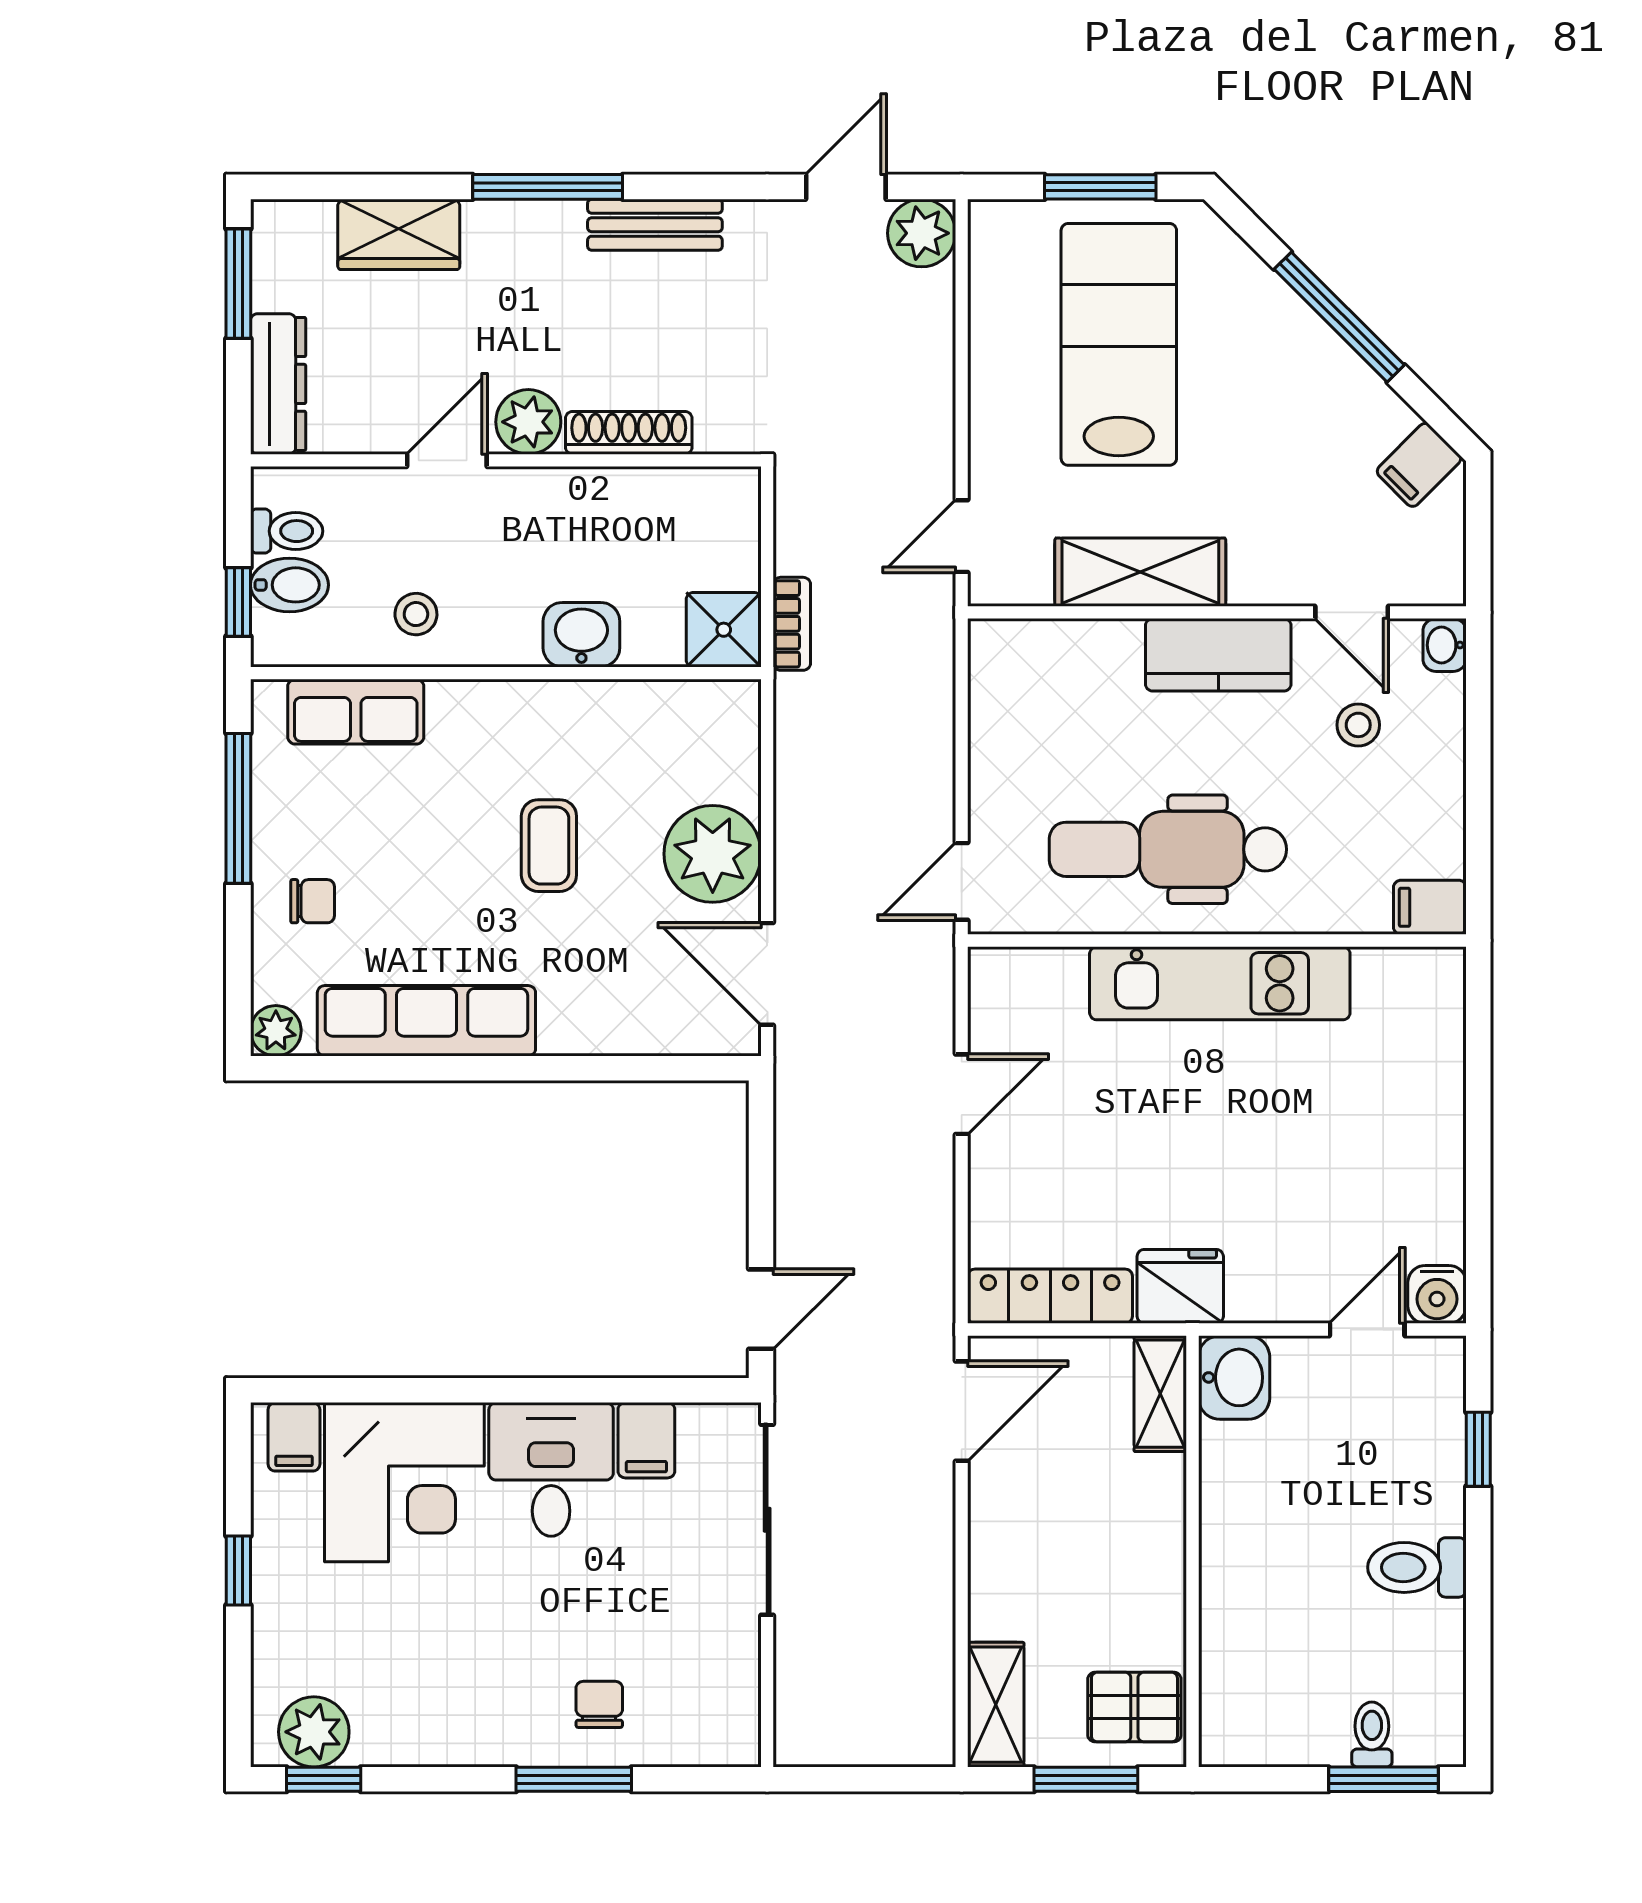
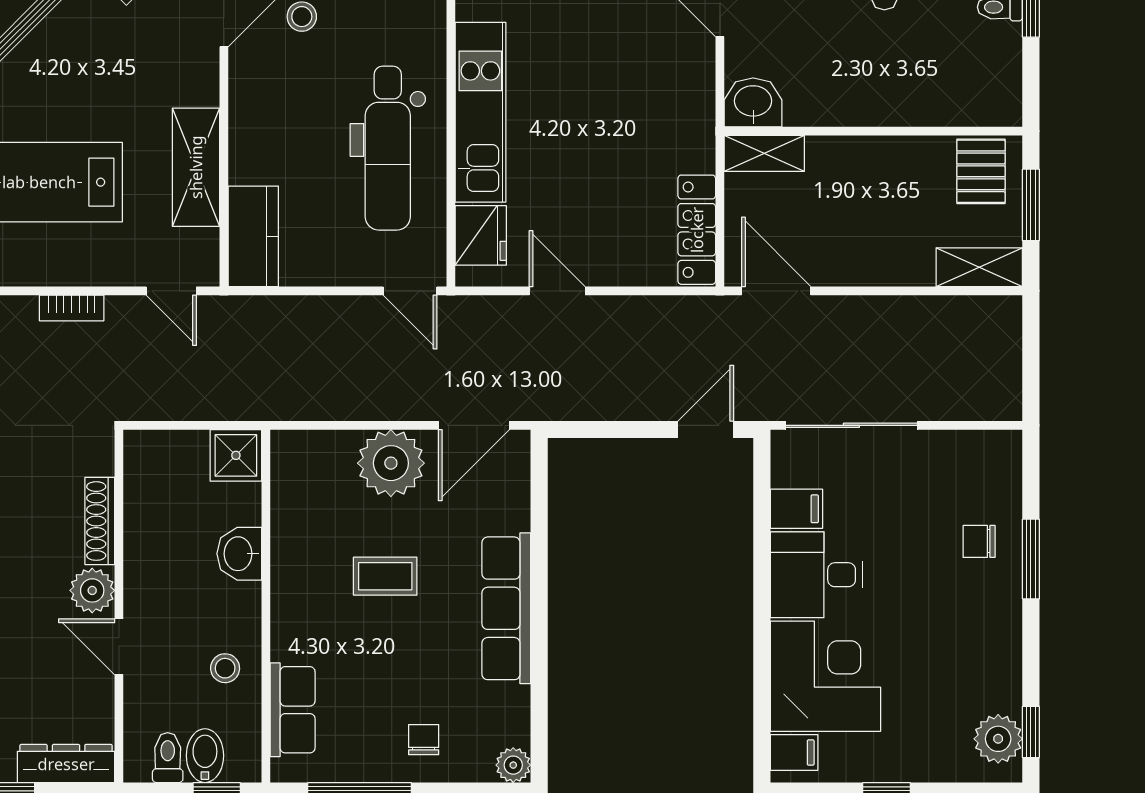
bookcase: (792, 624) -> (72, 308), moved, turned 180
kitchen counter: (1218, 655) -> (253, 236), moved
row of seats: (426, 1021) -> (506, 608), moved
fridge: (1180, 1286) -> (481, 235), moved, turned 180
door: (761, 1309) -> (706, 430), hinge flipped

